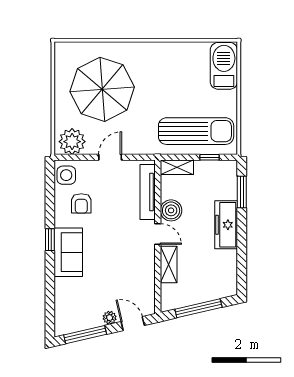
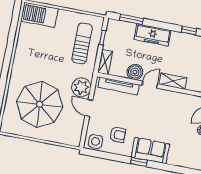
sun lounger: (196, 131) -> (82, 43), width x0.73, depth x0.75
plant: (72, 142) -> (81, 87), moved
window: (242, 273) -> (189, 30), added

